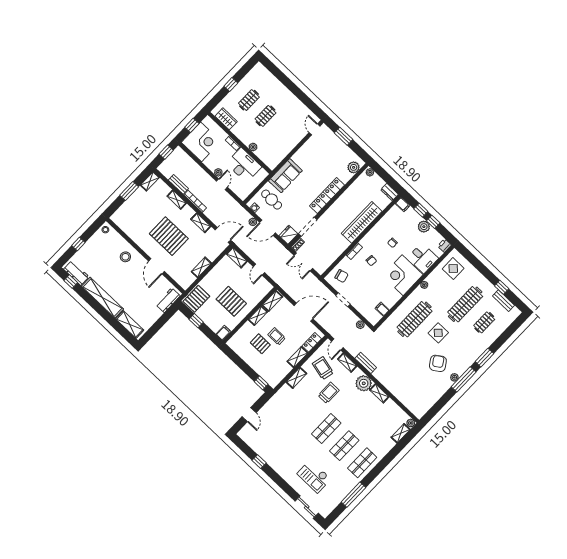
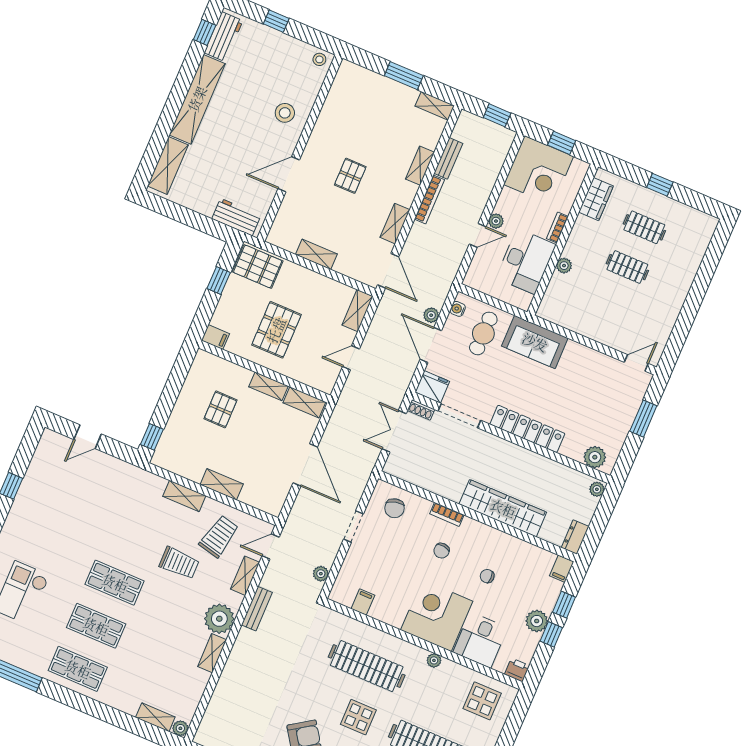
pallet: (169, 236) -> (350, 176), width x0.49, depth x0.50
trolley: (277, 336) -> (245, 434), removed
locker: (312, 342) -> (257, 500), removed

